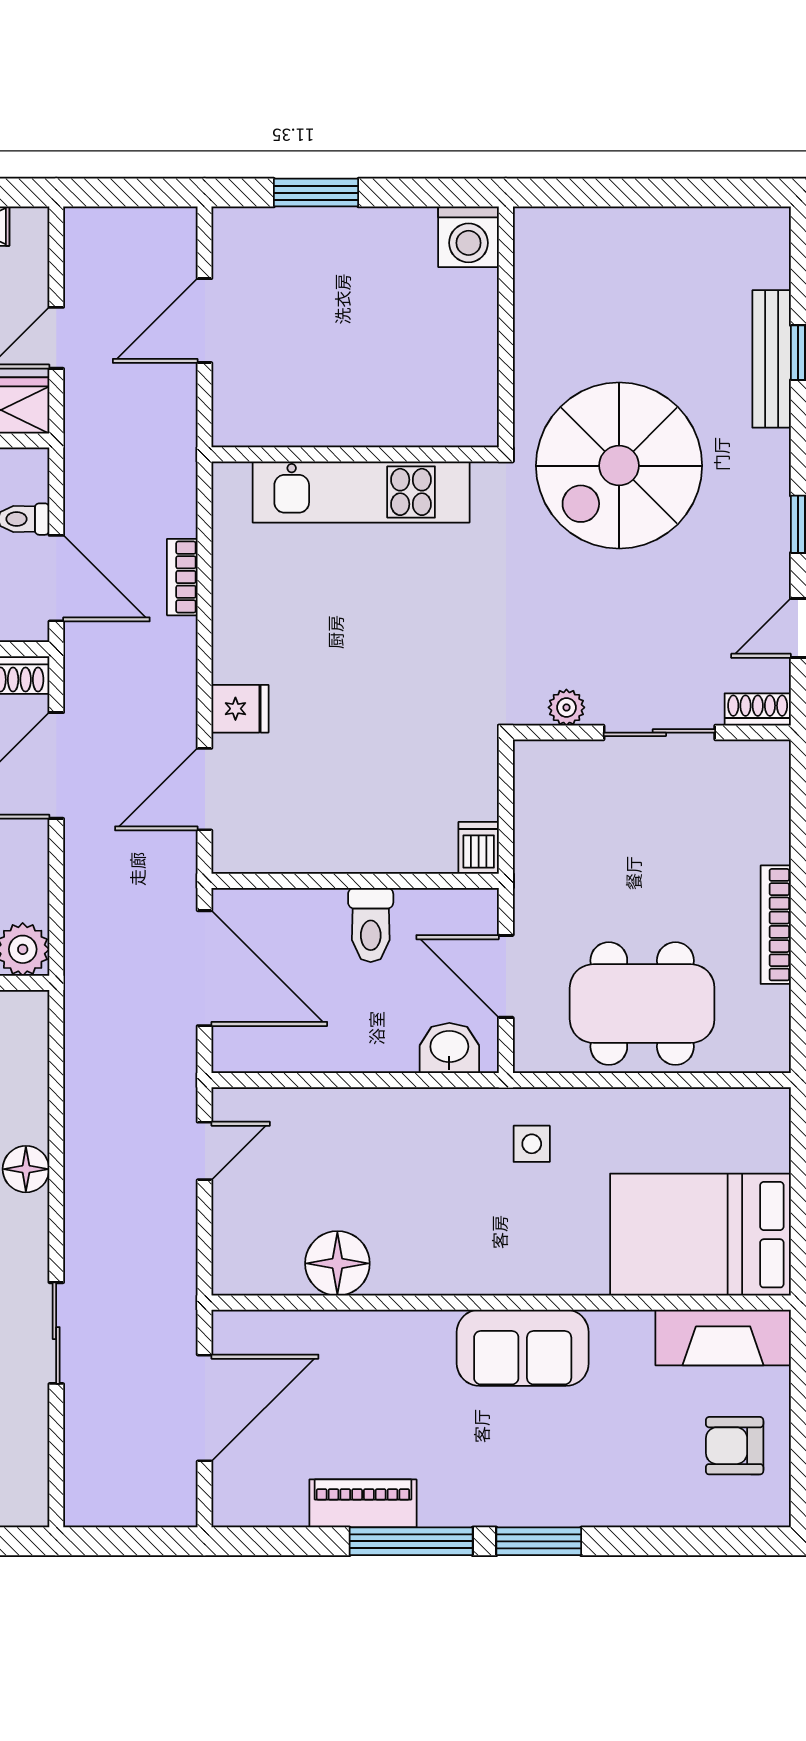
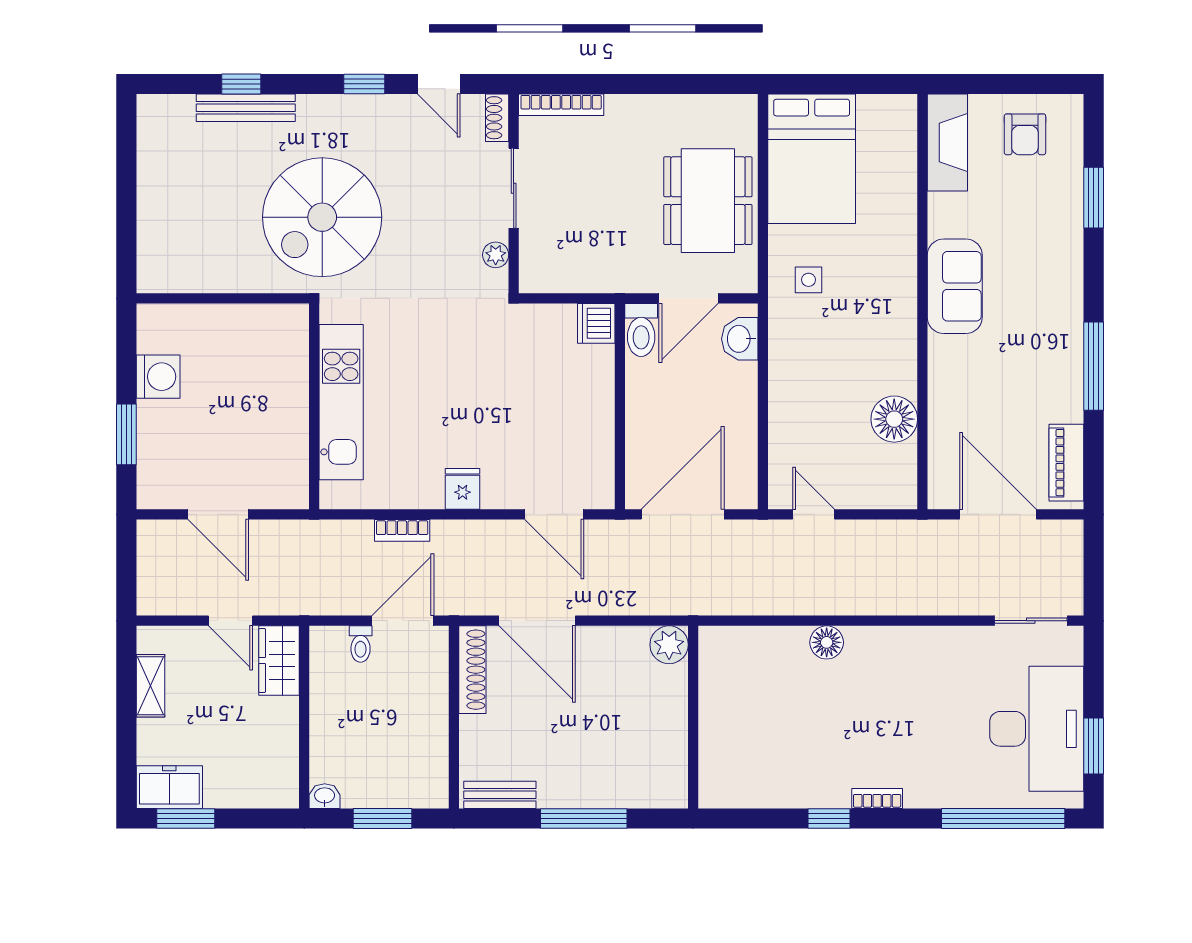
washing machine: (469, 237) -> (158, 377), moved
spiral stairs: (619, 466) -> (322, 217), turned 90
fridge: (240, 709) -> (463, 489), moved
dishwasher: (479, 848) -> (596, 323), width x1.38
toilet: (371, 925) -> (641, 330), moved, turned 90
bookcase: (776, 925) -> (561, 105), moved
bed: (700, 1235) -> (812, 159), moved
sliding door: (56, 1333) -> (1031, 621), moved
piano: (363, 1503) -> (1066, 463), moved
window: (539, 1541) -> (1094, 198), moved

